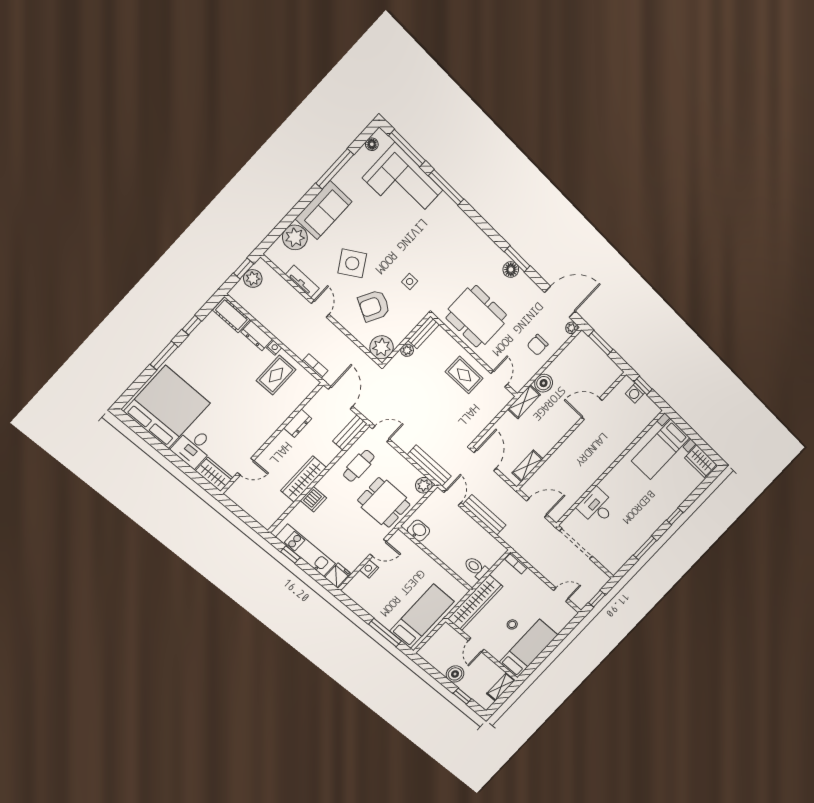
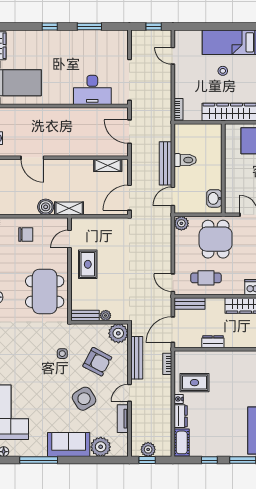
bench: (429, 466) -> (137, 358), moved
desk: (597, 507) -> (92, 90), width x1.37
toilet: (476, 568) -> (185, 160), moved, turned -90

